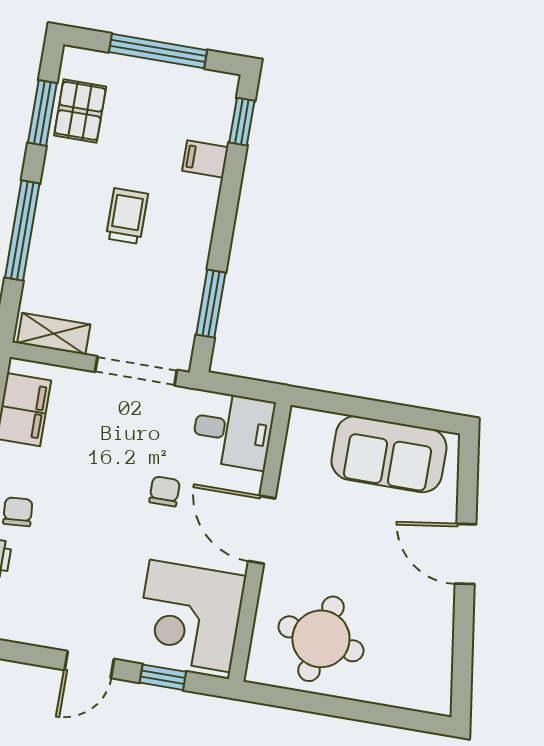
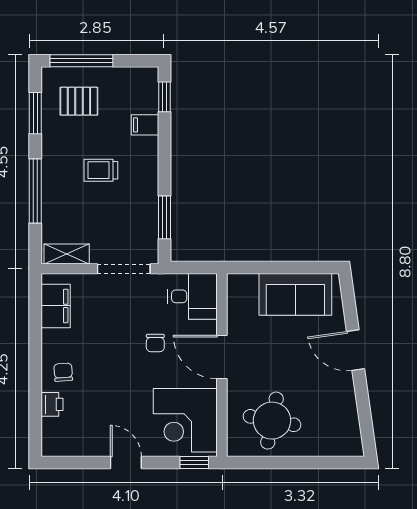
window: (158, 51) -> (81, 61), moved
pallet: (80, 111) -> (79, 101), moved, turned 90
trolley: (127, 216) -> (101, 170), turned -90
chair: (165, 491) -> (155, 343), turned 180
door: (89, 665) -> (126, 463), swing flipped
window: (163, 677) -> (194, 463), moved

